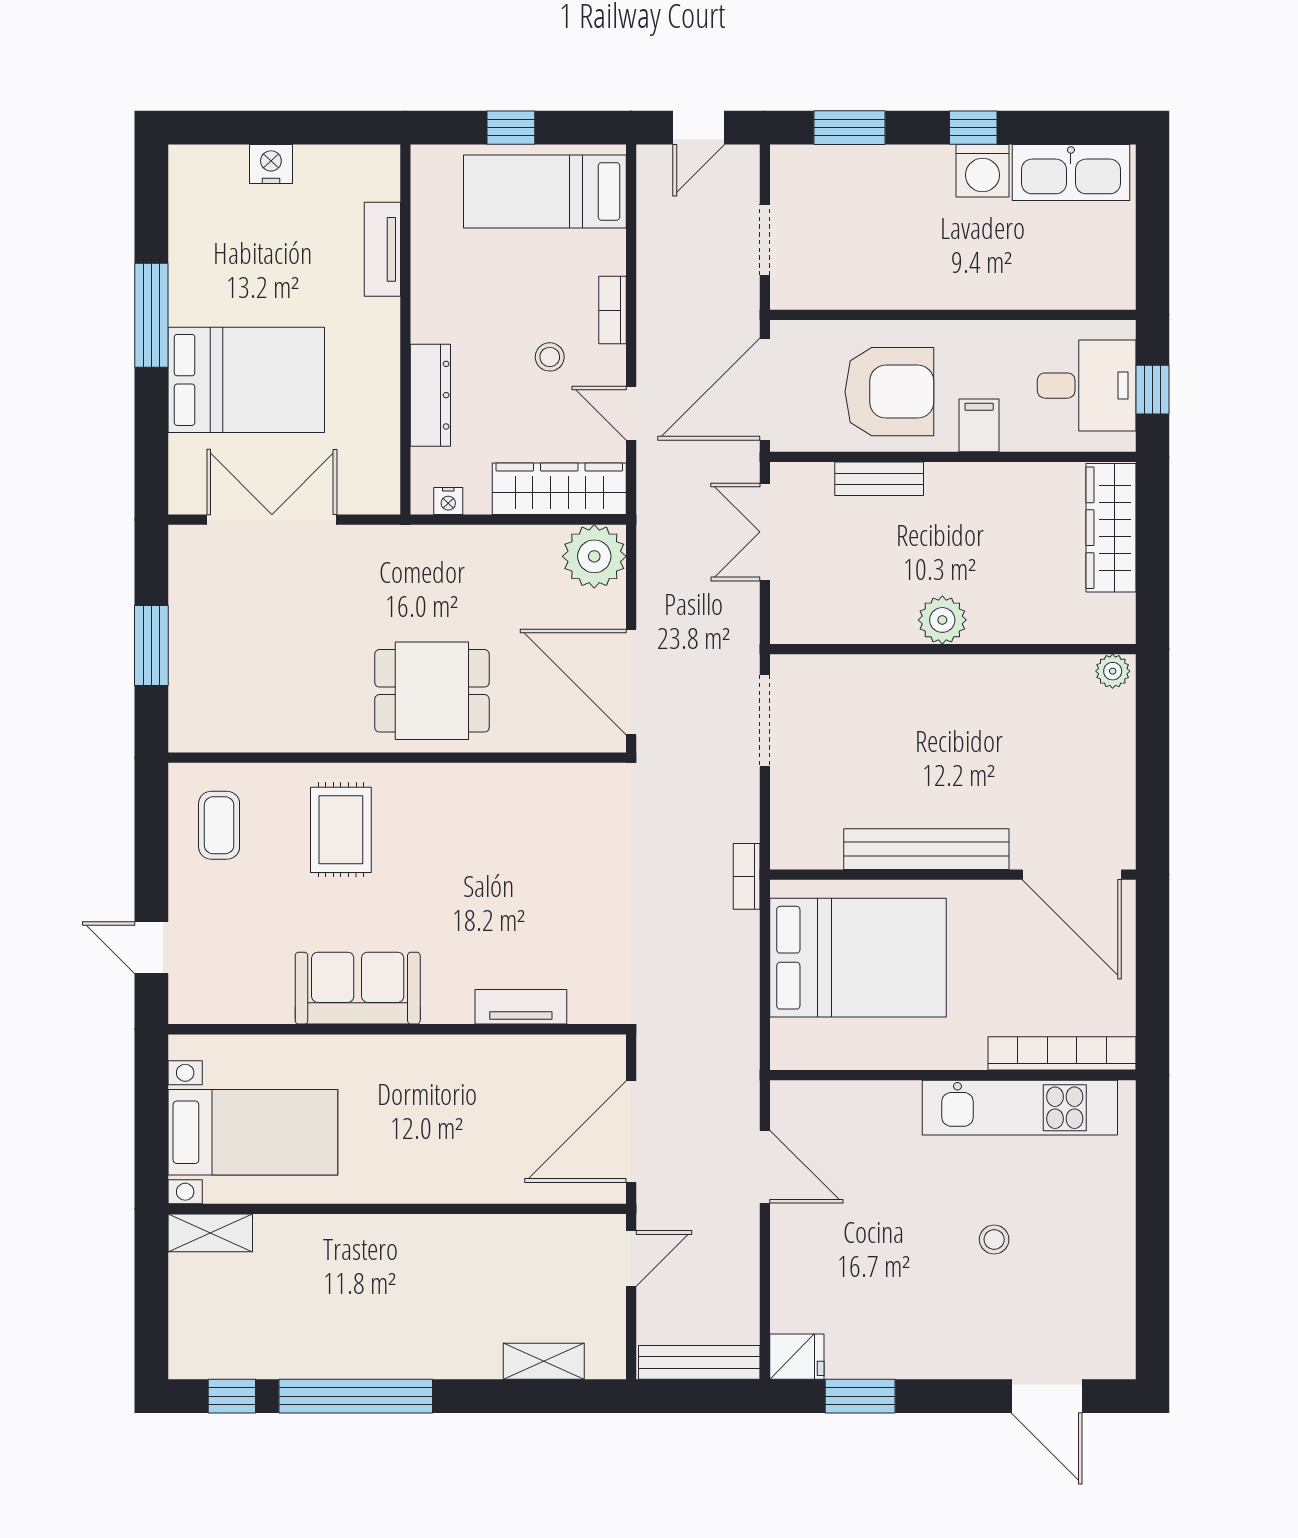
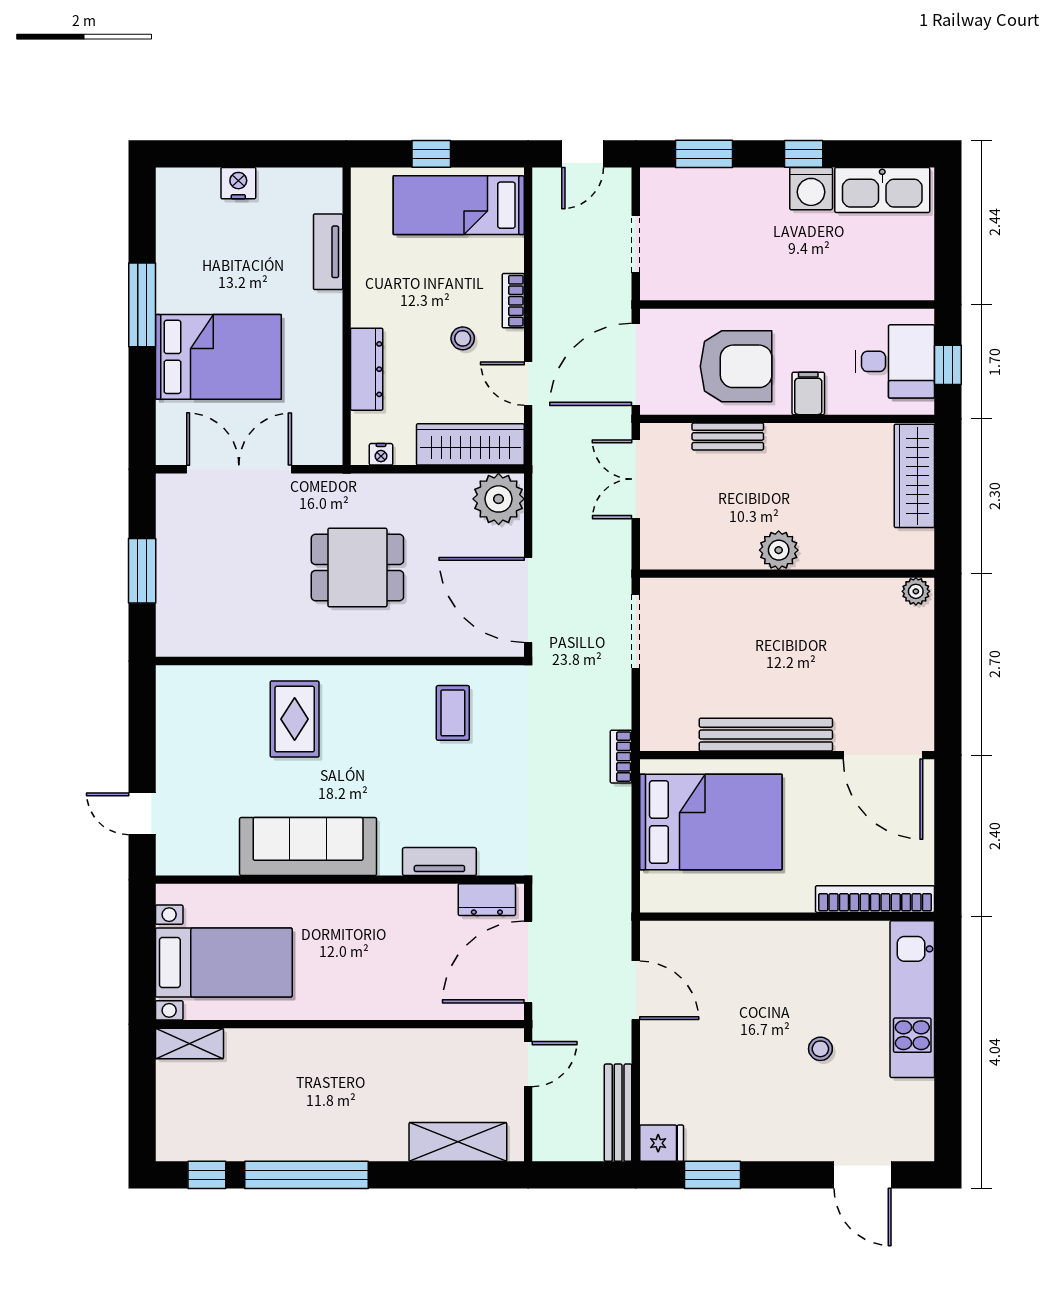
dining table: (432, 691) -> (357, 568), moved
coffee table: (219, 825) -> (453, 713), moved
sofa: (358, 988) -> (308, 846), width x1.36
dresser: (580, 1054) -> (487, 900), added
kitchen unit: (1020, 1108) -> (912, 999), moved, turned 90
shelving: (544, 1361) -> (458, 1142), width x1.50, depth x1.33
bench: (699, 1362) -> (618, 1113), moved, turned 90

